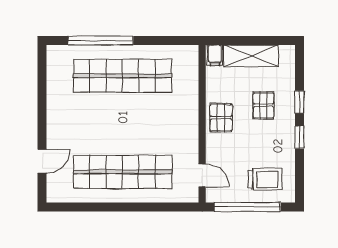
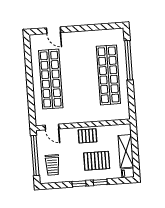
filing cabinet: (215, 55) -> (128, 173), moved
pallet: (263, 105) -> (97, 161), width x1.50, depth x1.42
door: (202, 175) -> (52, 127), hinge flipped

